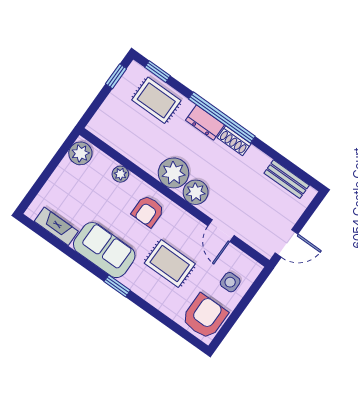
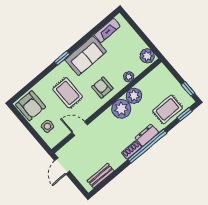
plant: (196, 192) -> (134, 96), moved
rug: (170, 264) -> (68, 93), turned 90

